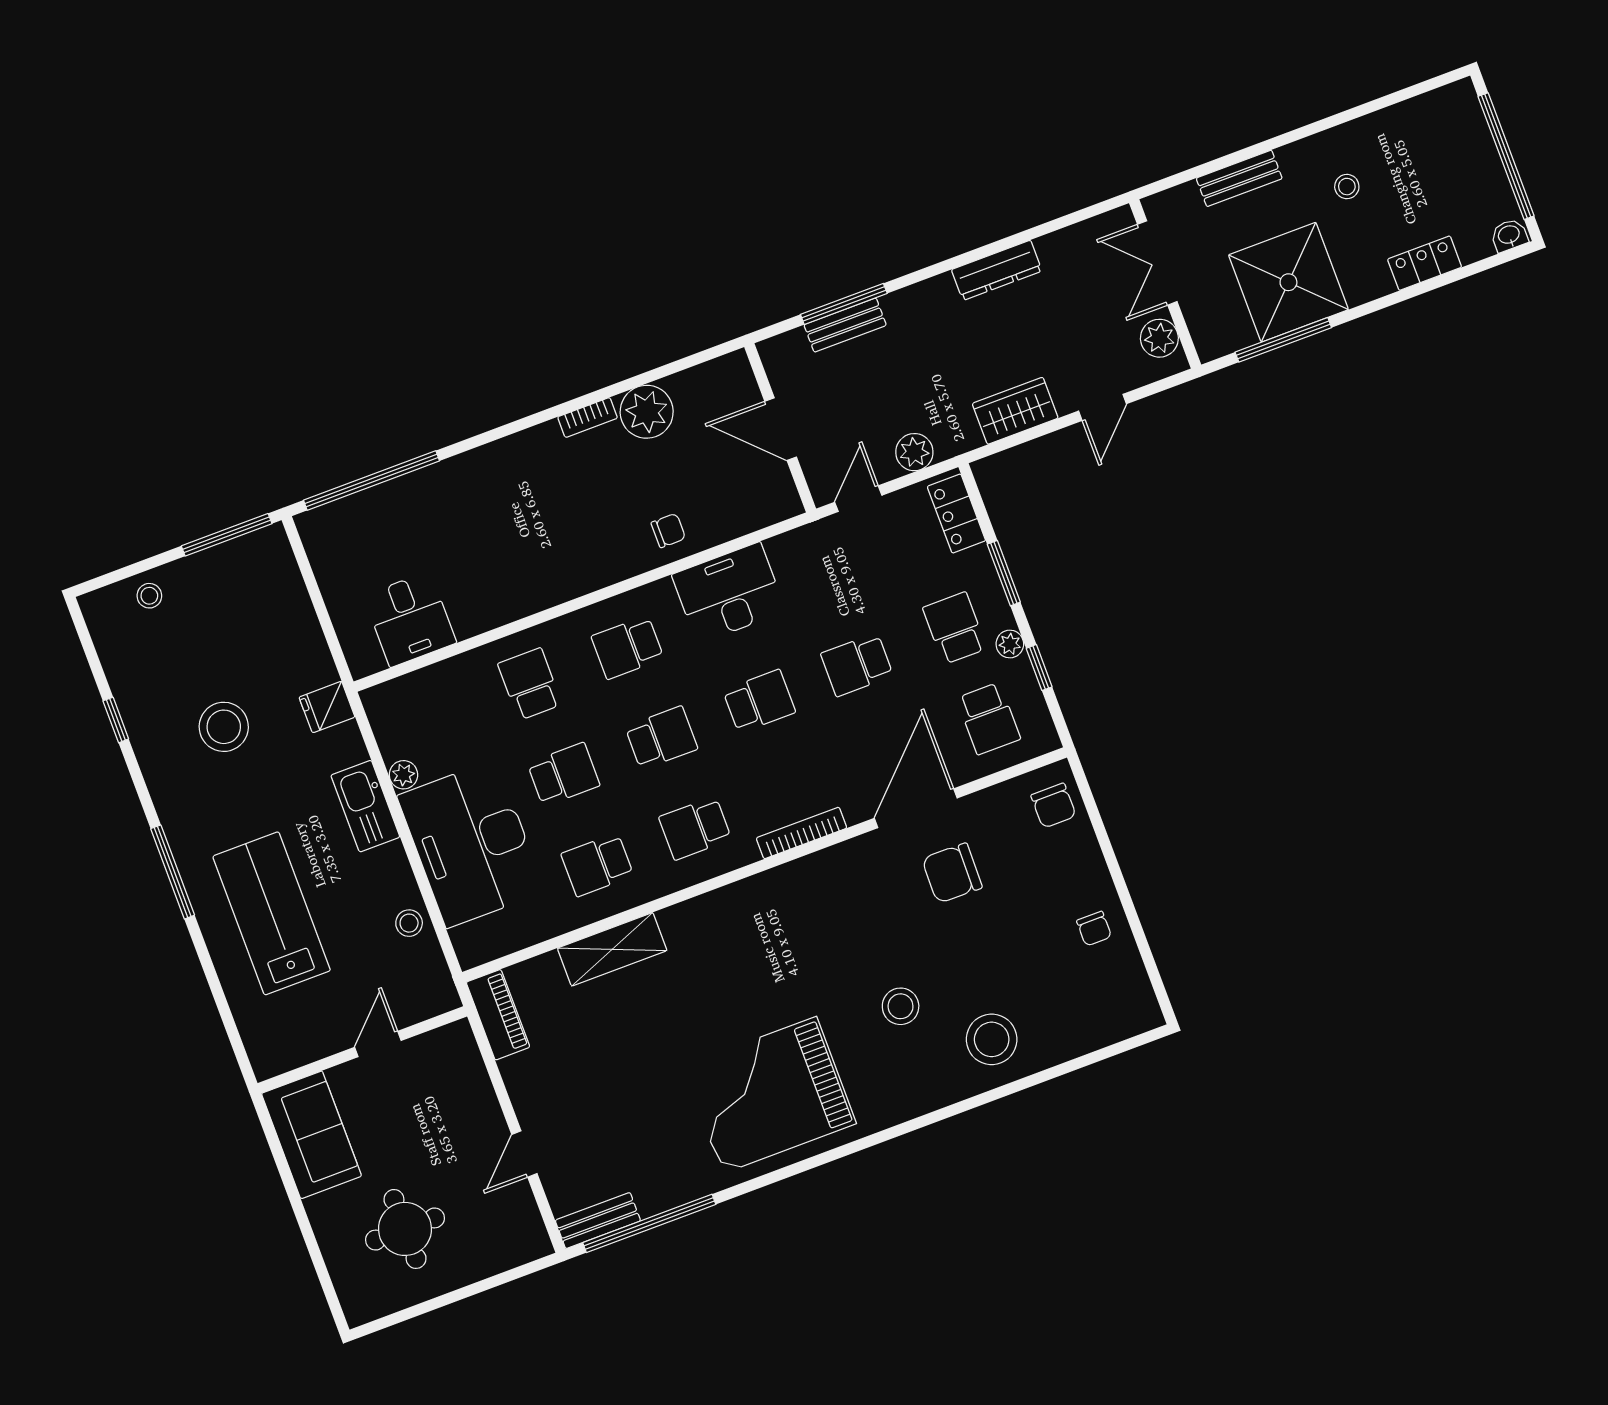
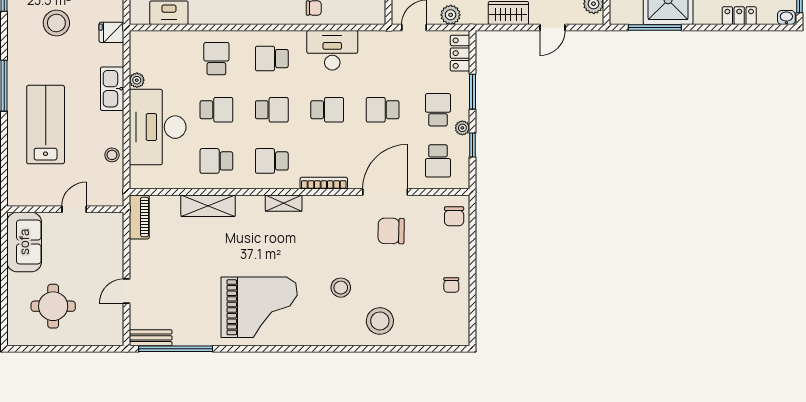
shelving: (744, 895) -> (284, 203), added
grand piano: (769, 1095) -> (259, 307), turned 180

